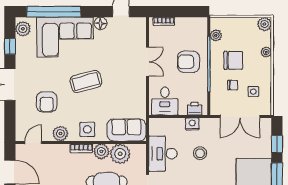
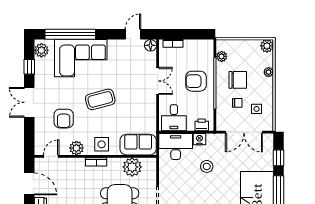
floor lamp: (101, 23) -> (151, 45), moved
plant: (101, 151) -> (115, 165), removed
desk: (163, 154) -> (176, 147), moved, turned 90

